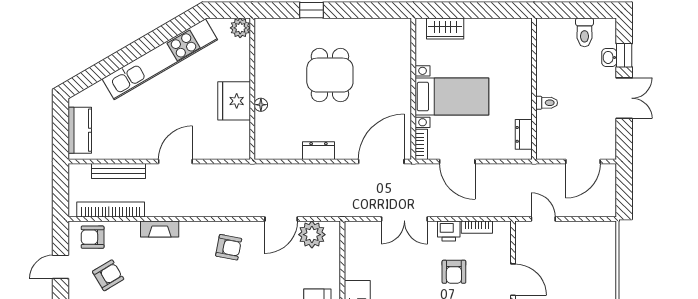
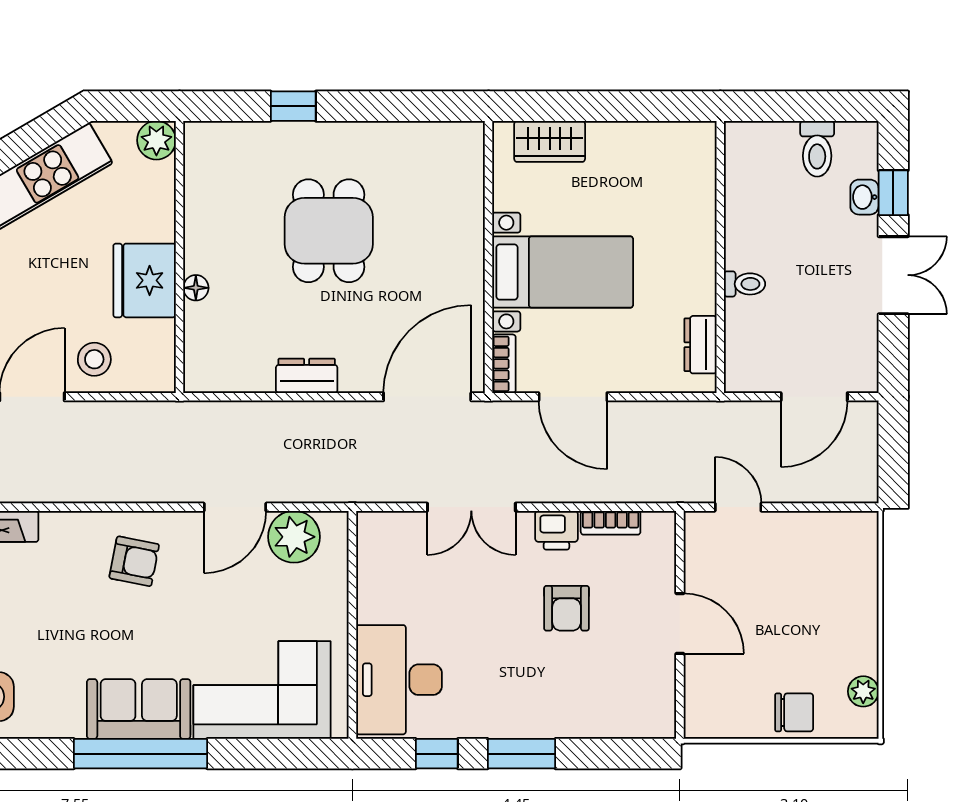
stool: (208, 142) -> (94, 359), added

